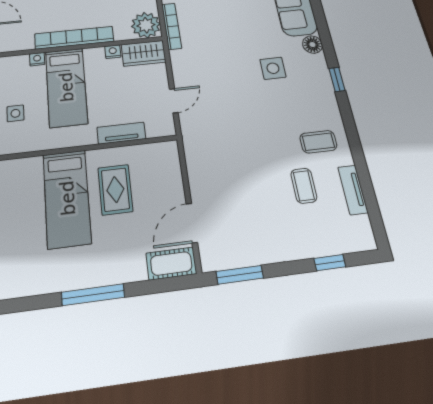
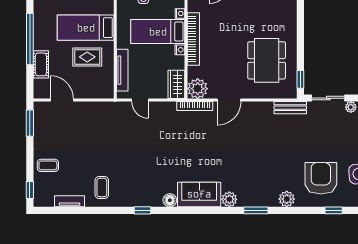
nightstand: (113, 52) -> (180, 50), moved
side table: (273, 68) -> (155, 169), removed
tv unit: (121, 133) -> (122, 70), width x1.41
coffee table: (304, 186) -> (48, 165), moved
window: (330, 263) -> (30, 190), moved
cot: (171, 264) -> (41, 64), moved
window: (93, 295) -> (30, 39), width x1.46

